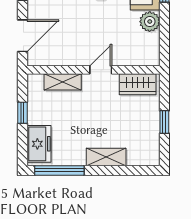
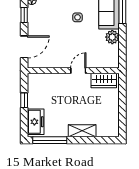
shelving: (63, 82) -> (52, 79), removed
window: (164, 122) -> (122, 107), removed

